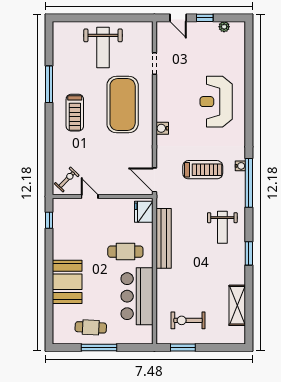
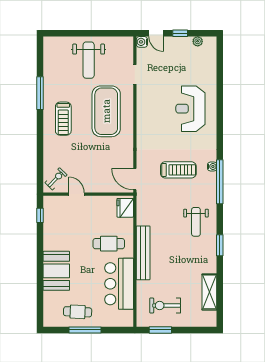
water cooler: (162, 128) -> (142, 42), moved
bench: (164, 238) -> (143, 253), moved

